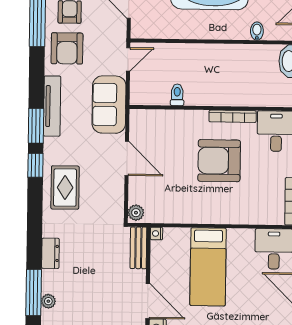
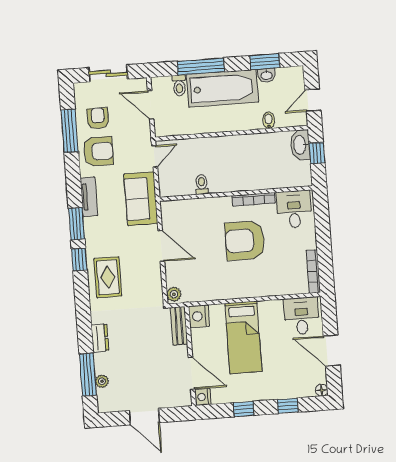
armchair: (67, 48) -> (98, 151), turned -90
tv unit: (52, 106) -> (89, 197), width x0.71
nightstand: (156, 233) -> (199, 316), width x1.89, depth x1.79

